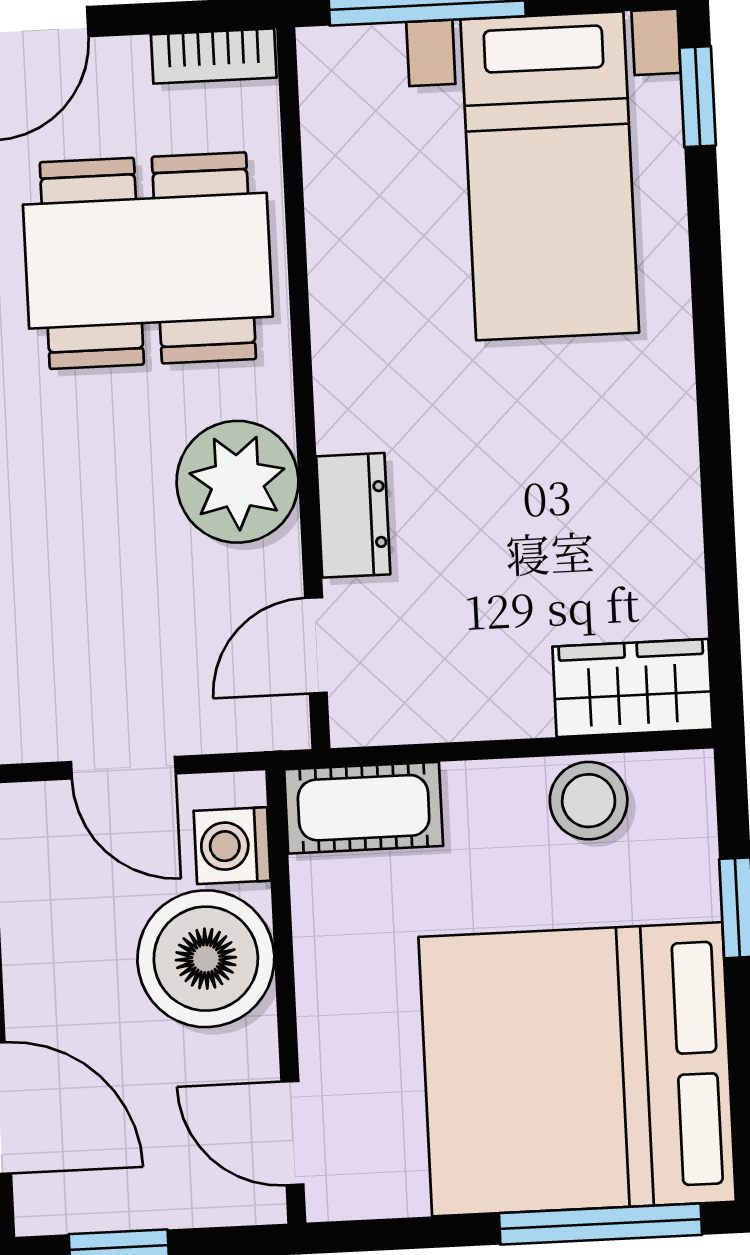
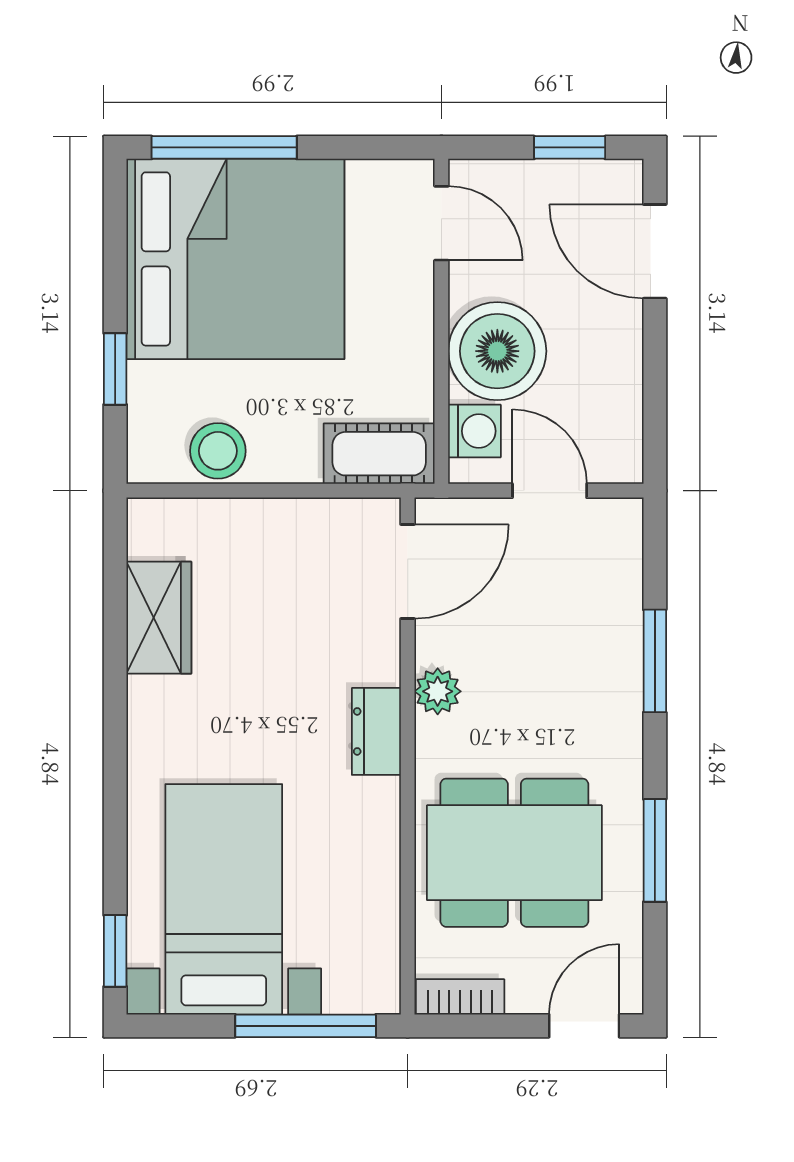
plant: (237, 482) -> (438, 691), width x0.53, depth x0.53
dresser: (353, 515) -> (376, 731), moved
door: (316, 645) -> (408, 572), width x1.38
wardrobe: (633, 688) -> (159, 618), moved, turned -90

